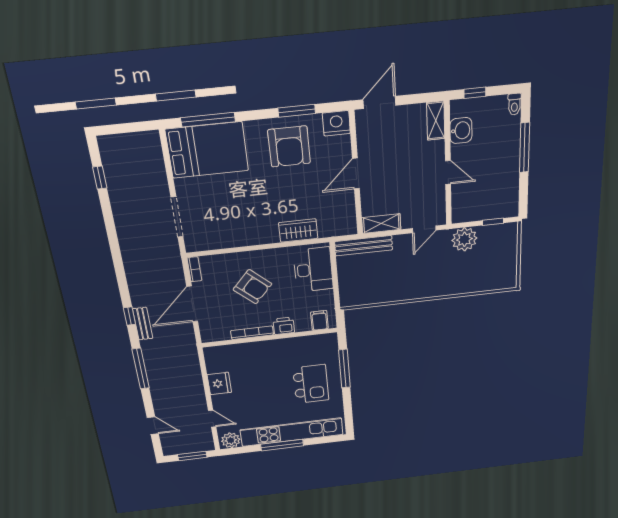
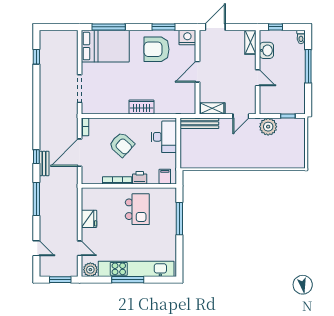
armchair: (289, 147) -> (156, 49), turned 90
wardrobe: (298, 231) -> (141, 107), moved
kitchen island: (311, 384) -> (137, 209), moved

